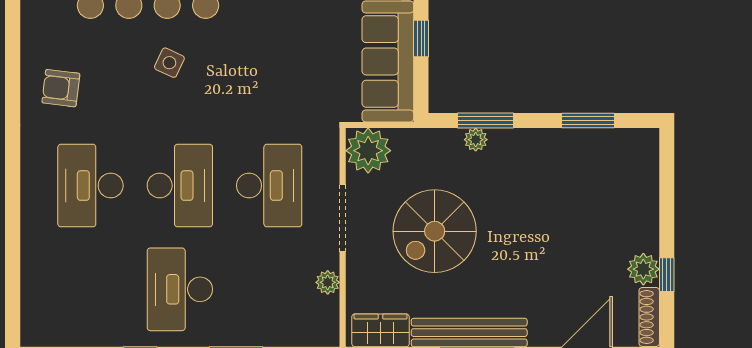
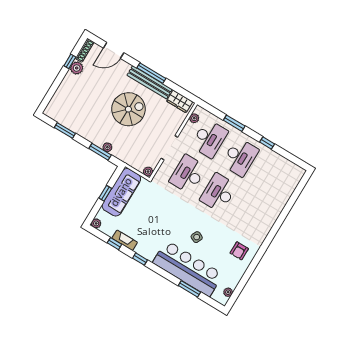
armchair: (61, 88) -> (239, 251), turned 83
plant: (368, 151) -> (148, 172), width x0.53, depth x0.53
desk: (91, 186) -> (209, 139), moved
spiral stairs: (435, 231) -> (128, 109), moved
plant: (328, 282) -> (194, 118), moved

